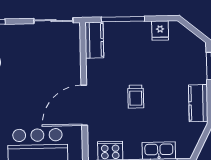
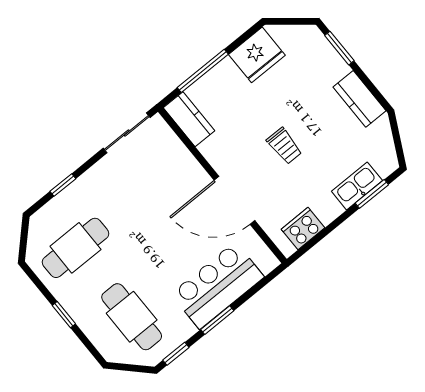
fridge: (160, 30) -> (257, 55), width x1.88, depth x1.34
door: (84, 105) -> (235, 200), hinge flipped

